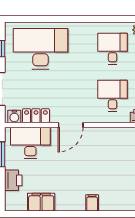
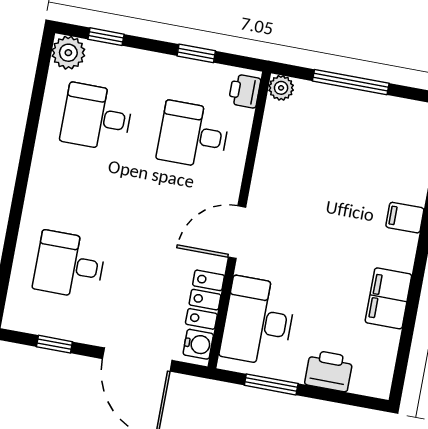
desk: (40, 49) -> (69, 265), width x0.53, depth x0.77
door: (71, 125) -> (237, 232), swing flipped
filing cabinet: (41, 202) -> (388, 298), moved

